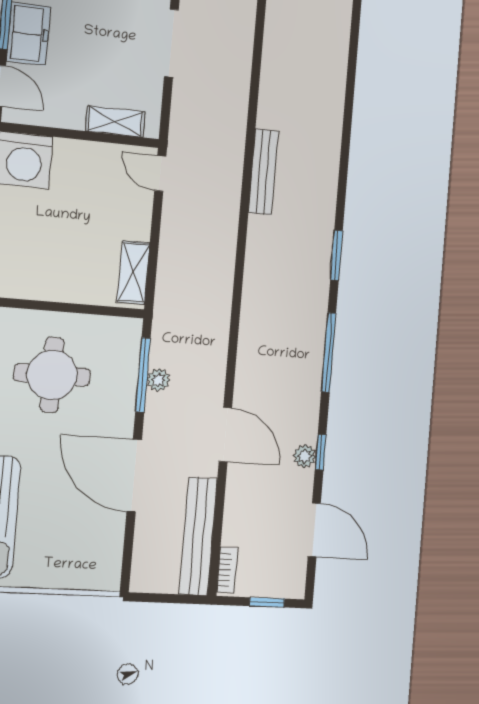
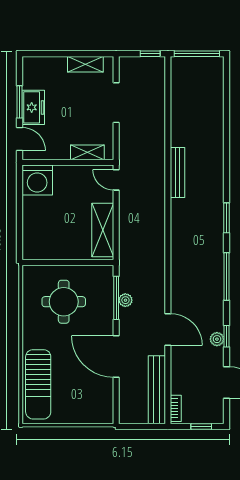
shelving: (133, 273) -> (103, 230), width x1.50, depth x1.33

